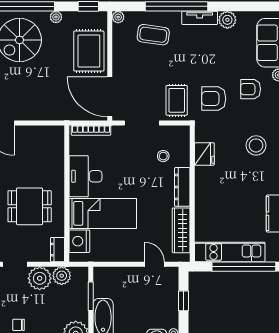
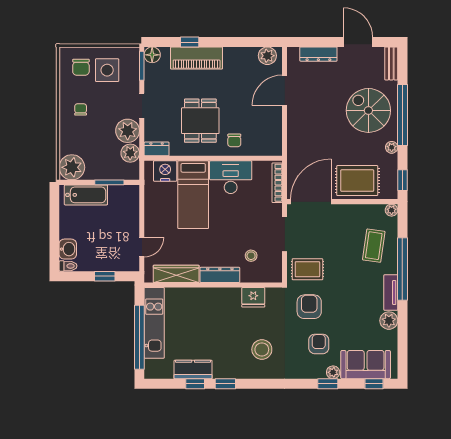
chair: (49, 173) -> (234, 140), added

